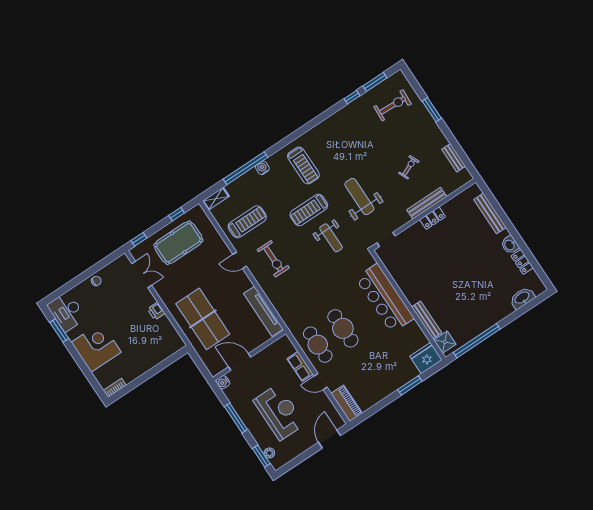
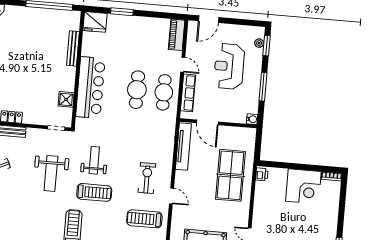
printer: (156, 311) -> (262, 174), moved
shower: (445, 342) -> (66, 99), moved
corner desk: (96, 347) -> (303, 186), moved, turned -90
door: (240, 362) -> (207, 122), moved
row of seats: (300, 366) -> (188, 93), width x1.48

